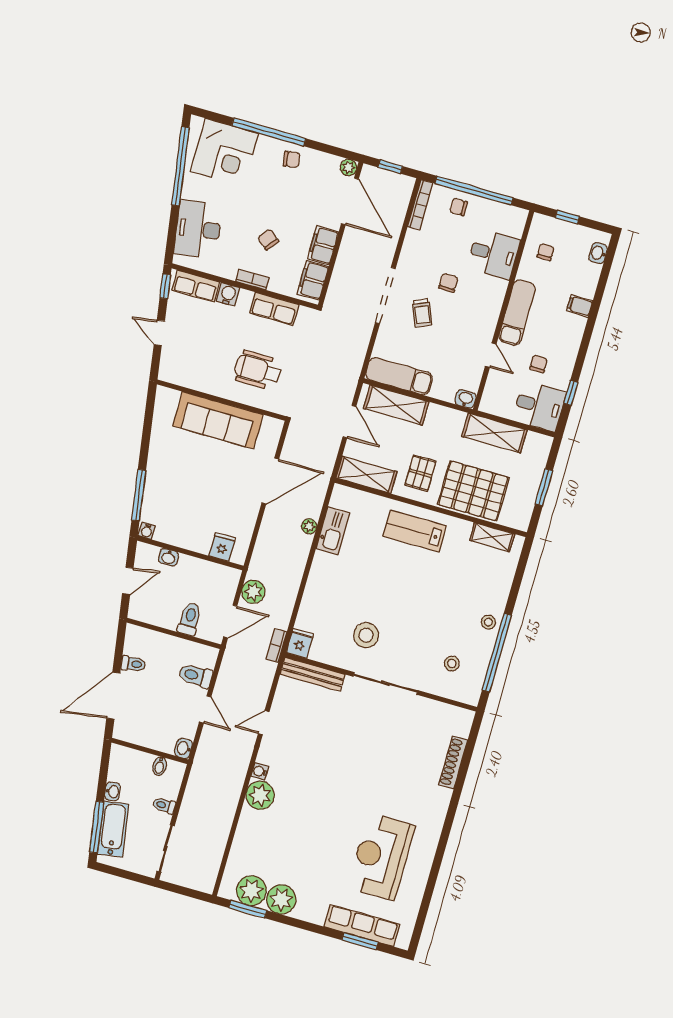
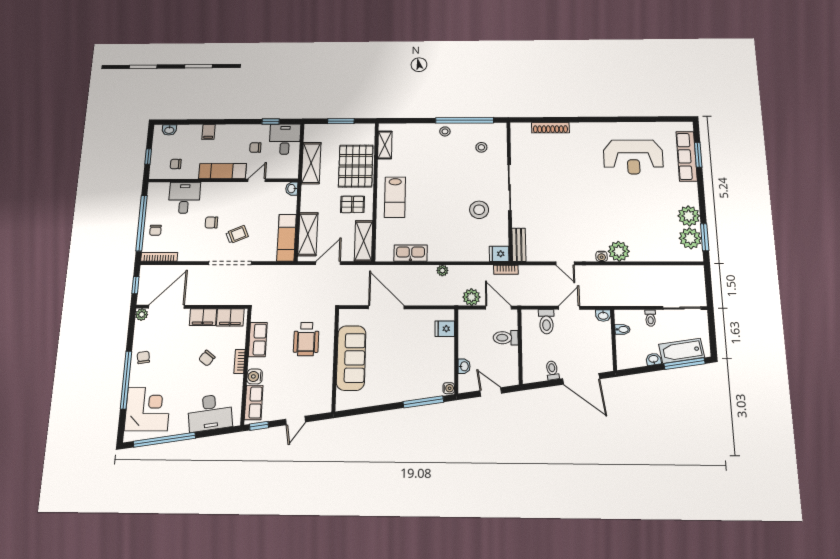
plant: (309, 526) -> (442, 270), moved
bench: (313, 674) -> (519, 245), width x0.73

